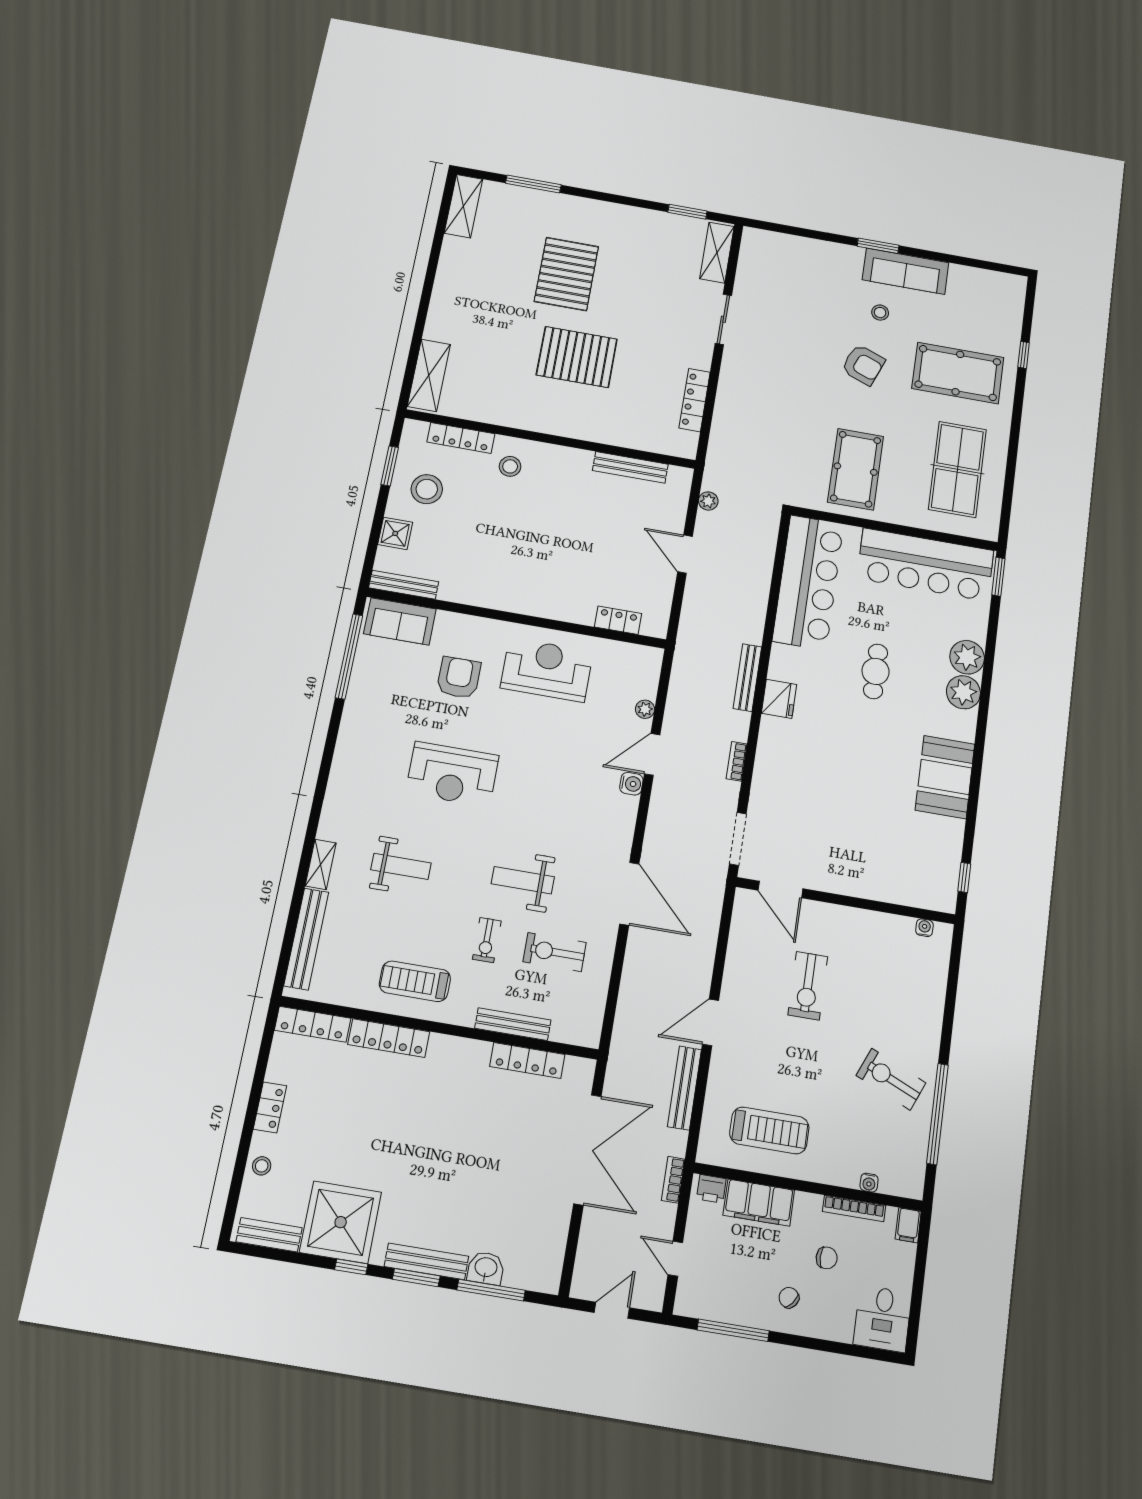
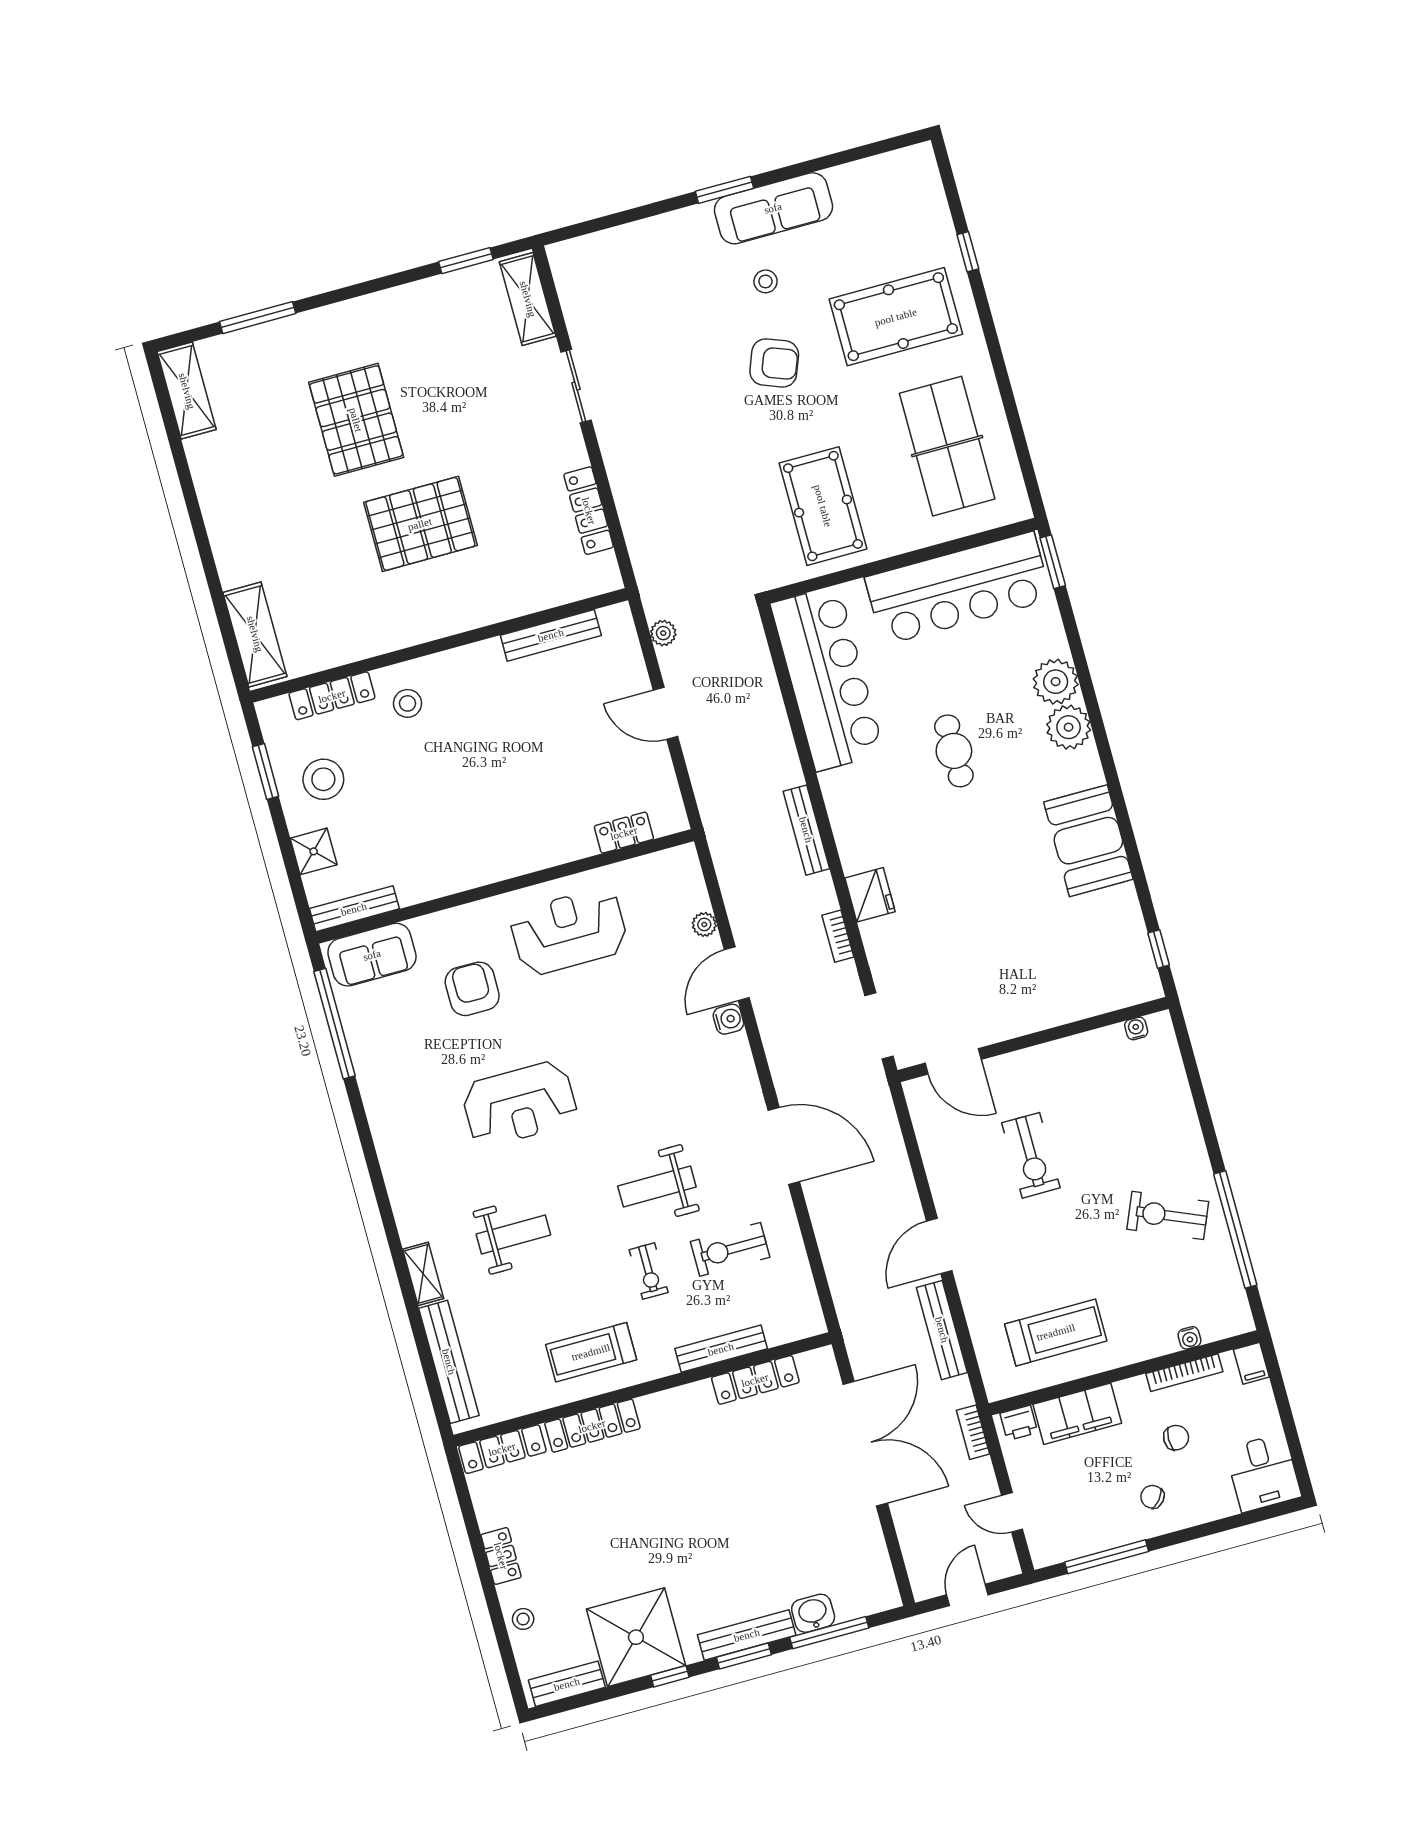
fridge: (779, 699) -> (870, 895), moved

